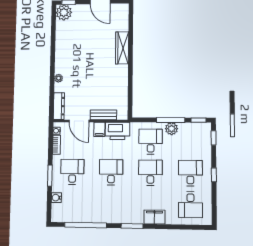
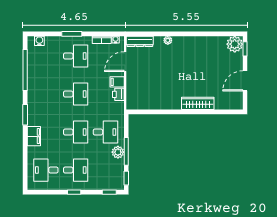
bench: (103, 115) -> (131, 86), removed
printer: (118, 131) -> (118, 94), width x0.53, depth x0.68
water cooler: (56, 198) -> (39, 41), moved

